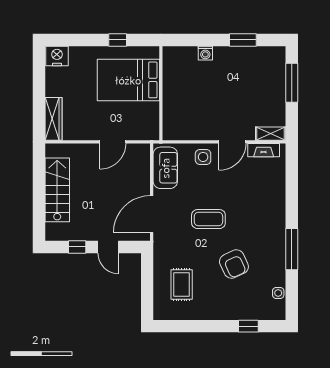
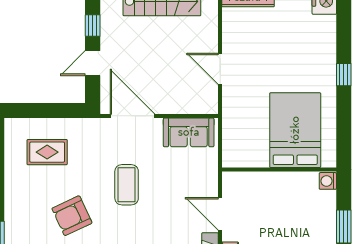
bed: (128, 80) -> (295, 130), moved
wall: (161, 93) -> (279, 169), moved
side table: (203, 157) -> (202, 178), removed

